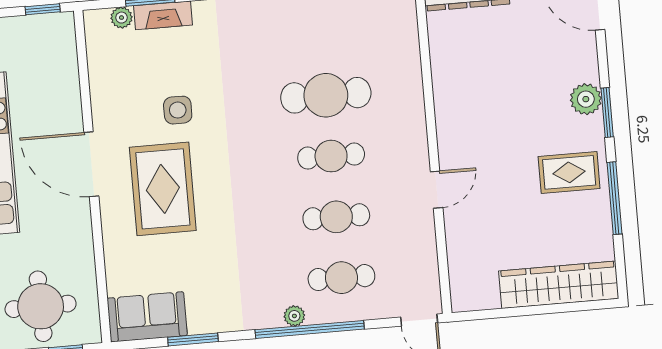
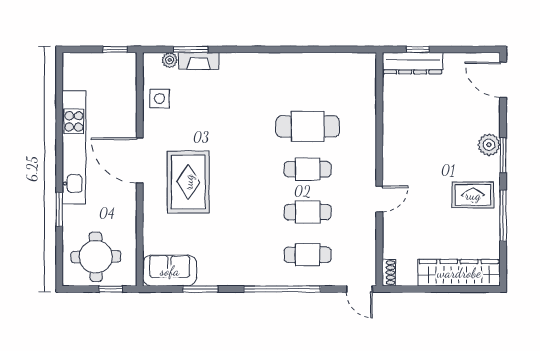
side table: (178, 110) -> (160, 99), moved
shoe rack: (459, 293) -> (389, 273), added
plant: (294, 316) -> (272, 279), removed

